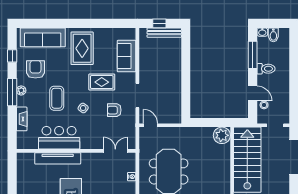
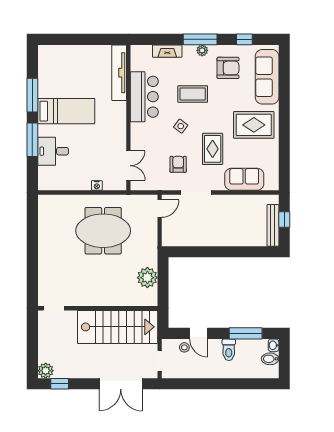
door: (253, 93) -> (199, 333), hinge flipped
plant: (222, 135) -> (147, 278), moved
tv unit: (58, 158) -> (119, 73), moved

